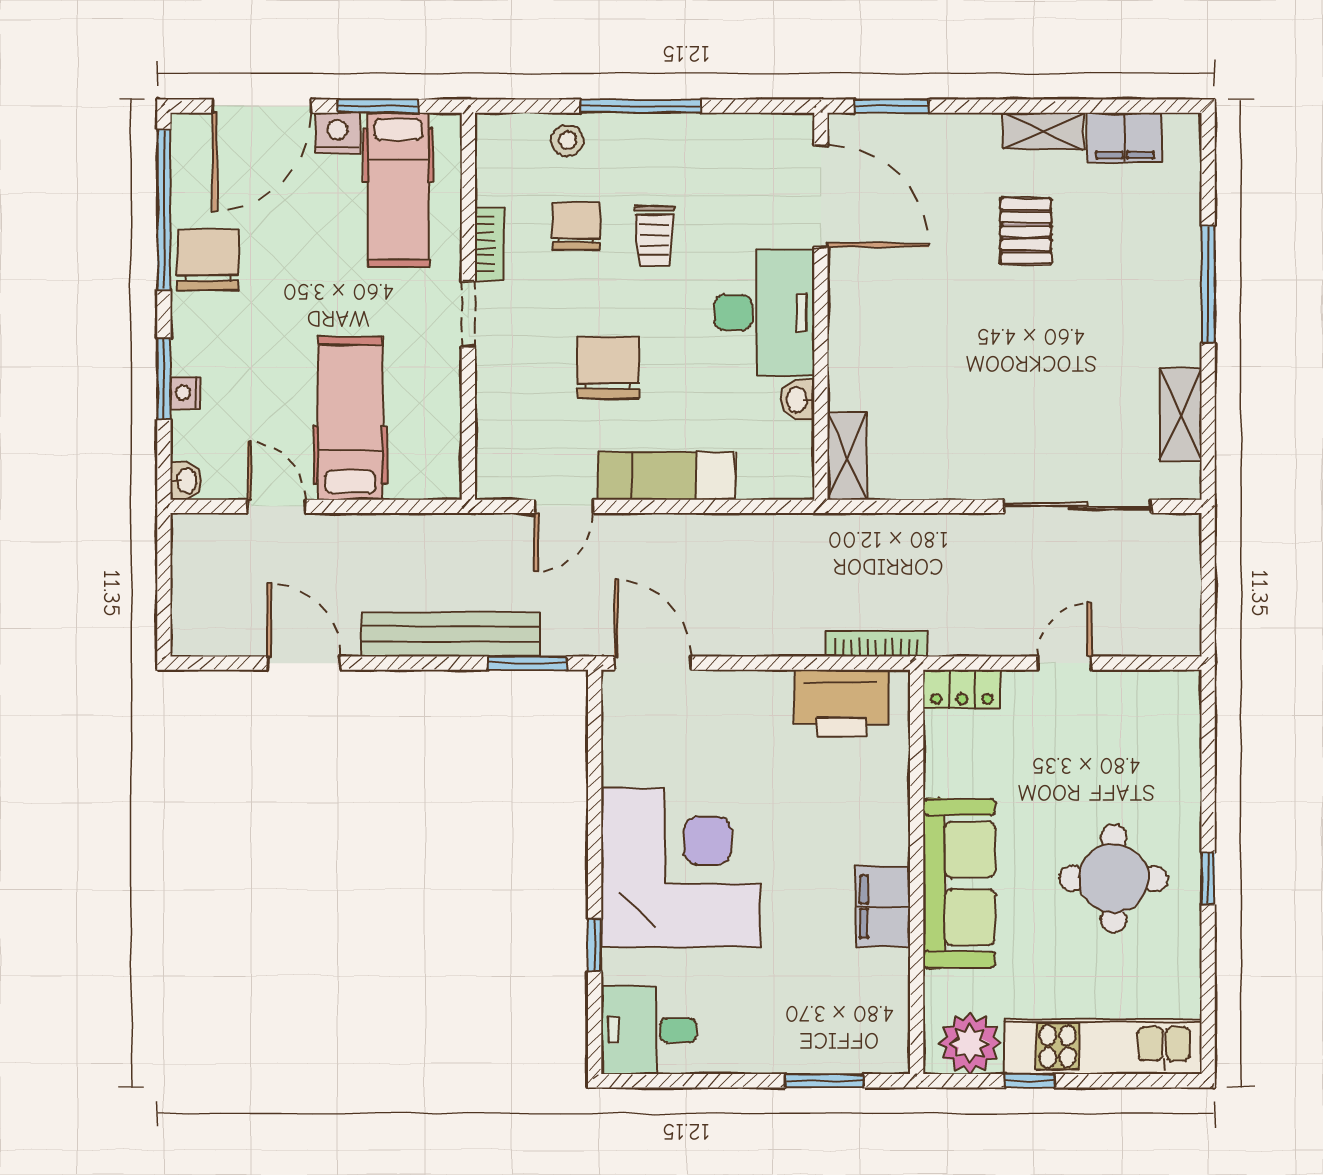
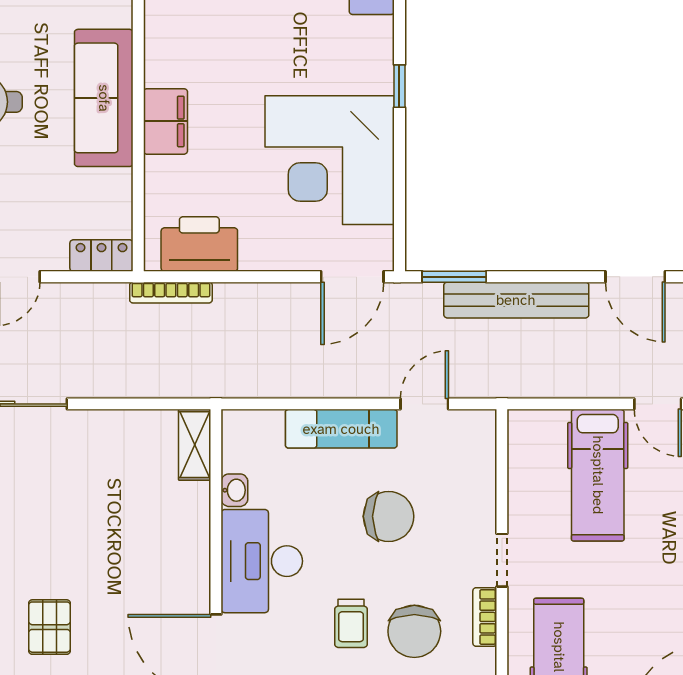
chair: (576, 226) -> (414, 631), width x1.37, depth x1.37
trolley: (654, 236) -> (351, 623), turned 180
chair: (608, 368) -> (389, 516), turned -90
door: (653, 663) -> (352, 277), hinge flipped
corner desk: (681, 867) -> (330, 160), moved
filing cabinet: (883, 906) -> (165, 121), moved
window: (595, 945) -> (399, 86), moved

